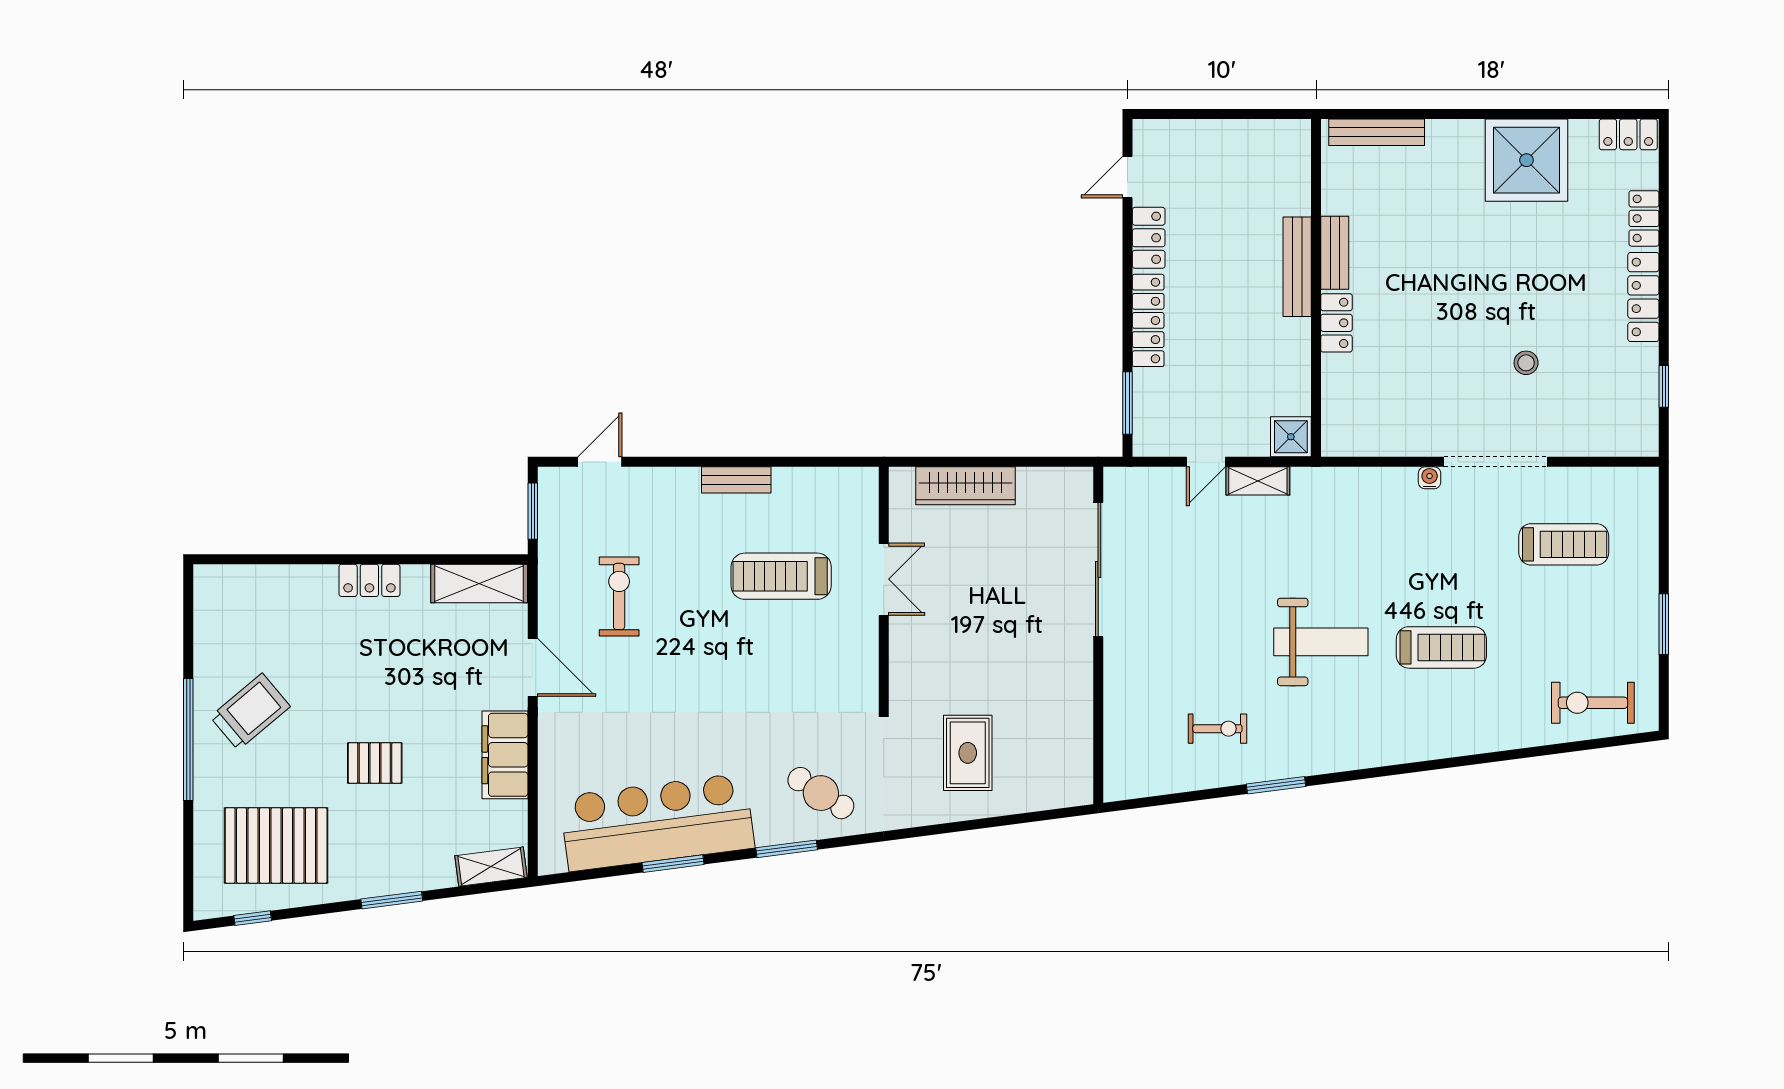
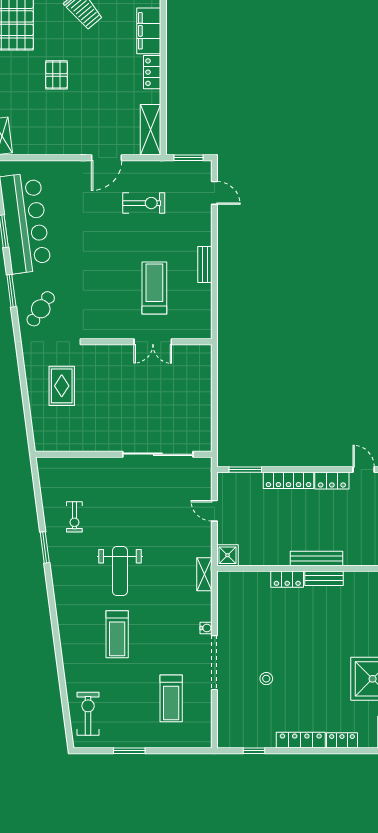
shelving: (1258, 481) -> (204, 574), moved
wardrobe: (966, 486) -> (202, 385), removed
rug: (968, 753) -> (62, 386), turned 90
filing cabinet: (505, 755) -> (149, 31), moved, turned -90

